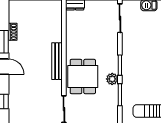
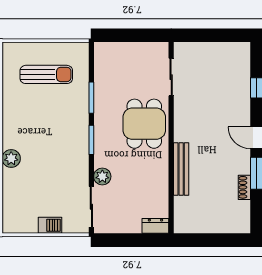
bench: (57, 61) -> (181, 169), moved
plant: (112, 79) -> (102, 176), moved

